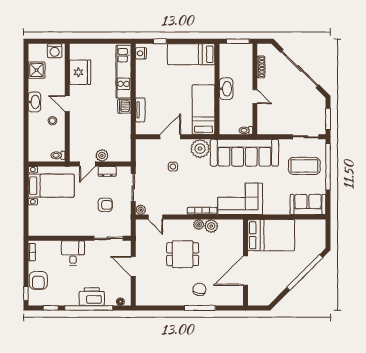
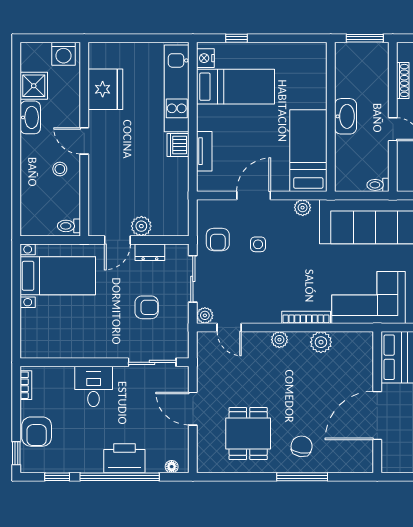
bed: (191, 54) -> (236, 87), moved, turned 180
washbasin: (34, 102) -> (30, 117), moved
plant: (200, 149) -> (303, 208), width x0.53, depth x0.53
armchair: (148, 164) -> (218, 239), added
plant: (199, 224) -> (279, 340), moved
dining table: (183, 254) -> (248, 434), moved, turned 90

